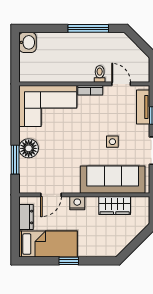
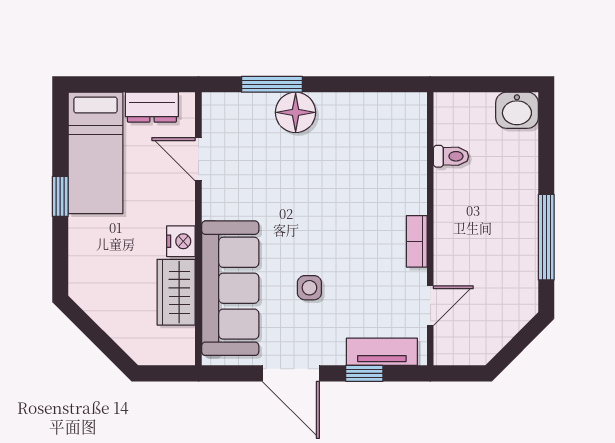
toilet: (100, 74) -> (451, 156), moved
corner sofa: (48, 106) -> (384, 153), removed
nightstand: (77, 203) -> (181, 241), moved

